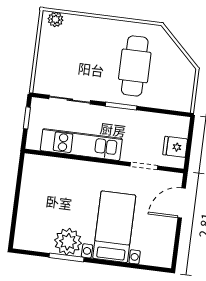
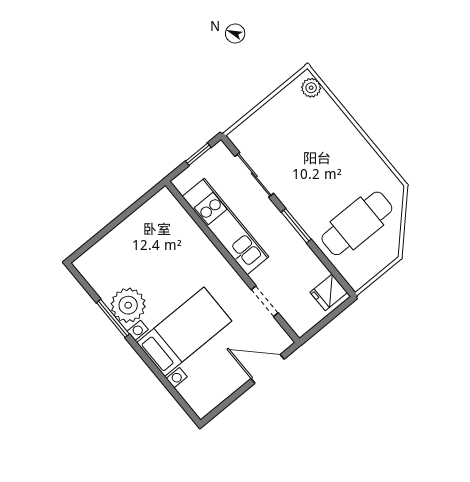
cafe table: (135, 66) -> (357, 223), moved
fridge: (175, 147) -> (329, 292), moved, turned -90

